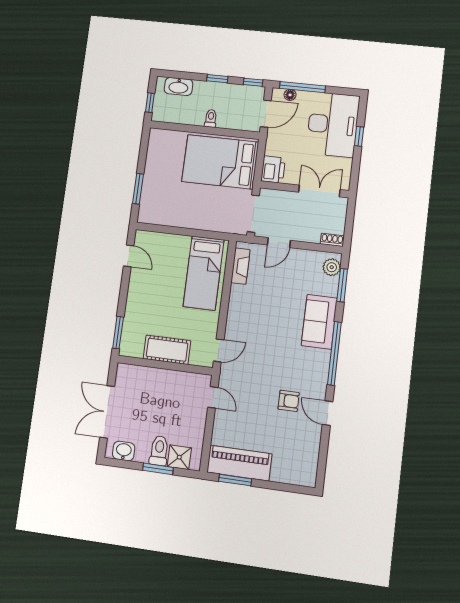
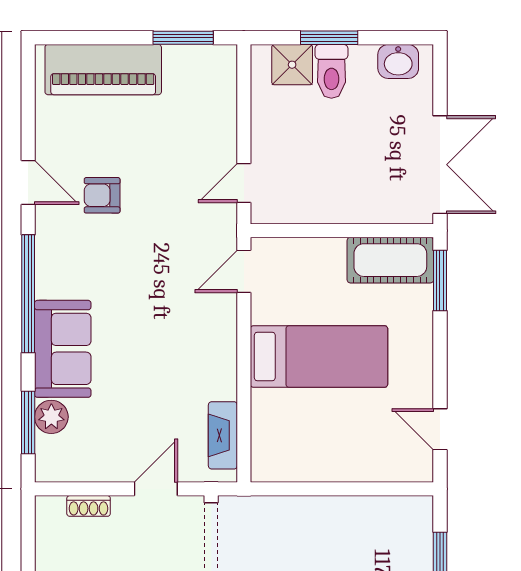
shoe rack: (332, 240) -> (89, 506), moved
plant: (332, 267) -> (51, 417), moved
bed: (204, 273) -> (319, 356), moved, turned 90
cot: (167, 350) -> (390, 260), moved
door: (213, 397) -> (244, 183), hinge flipped
double door: (107, 412) -> (440, 165), moved
piano: (239, 463) -> (103, 70), moved

